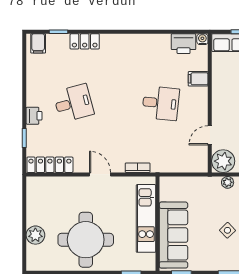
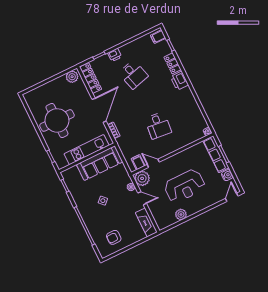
printer: (184, 44) -> (179, 81), moved
filing cabinet: (198, 79) -> (138, 162), moved
door: (100, 174) -> (99, 110), width x1.87
plant: (35, 235) -> (72, 77), moved
sofa: (173, 235) -> (100, 163), moved

